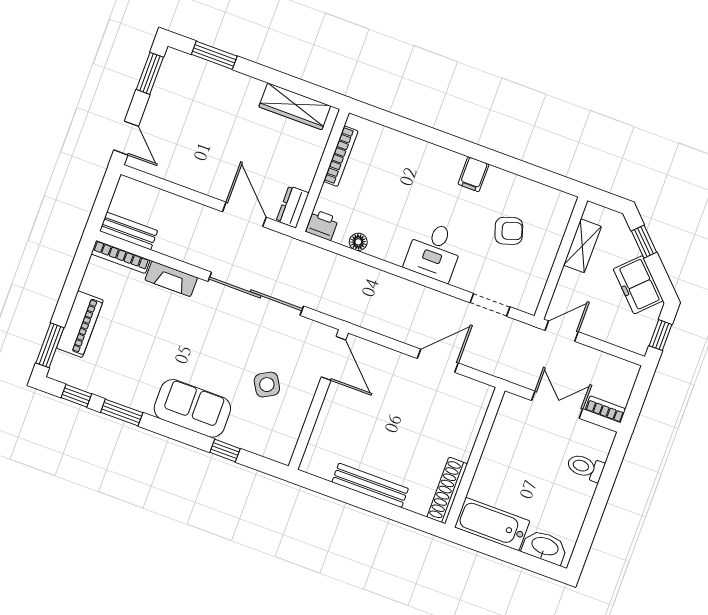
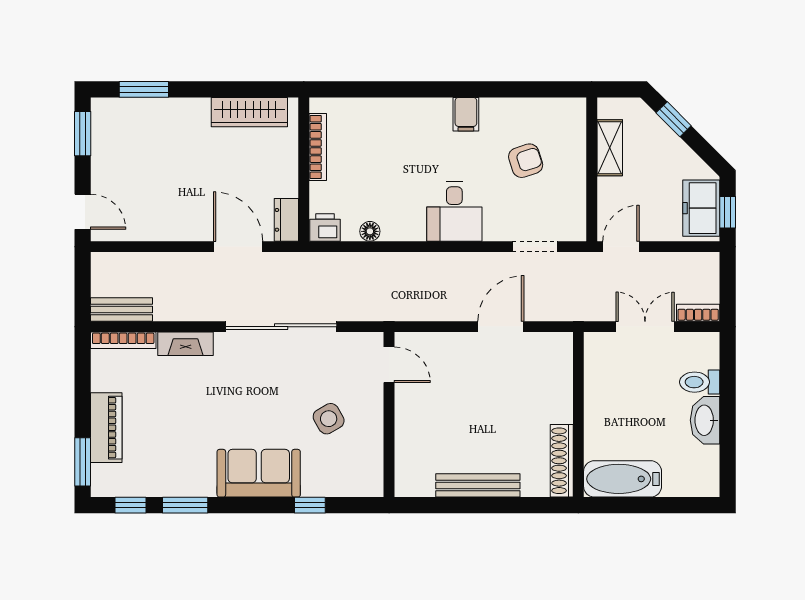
freezer: (638, 285) -> (701, 208), moved, turned 45
door: (333, 358) -> (389, 365), width x0.73
washbasin: (545, 547) -> (705, 420), moved, turned -90

